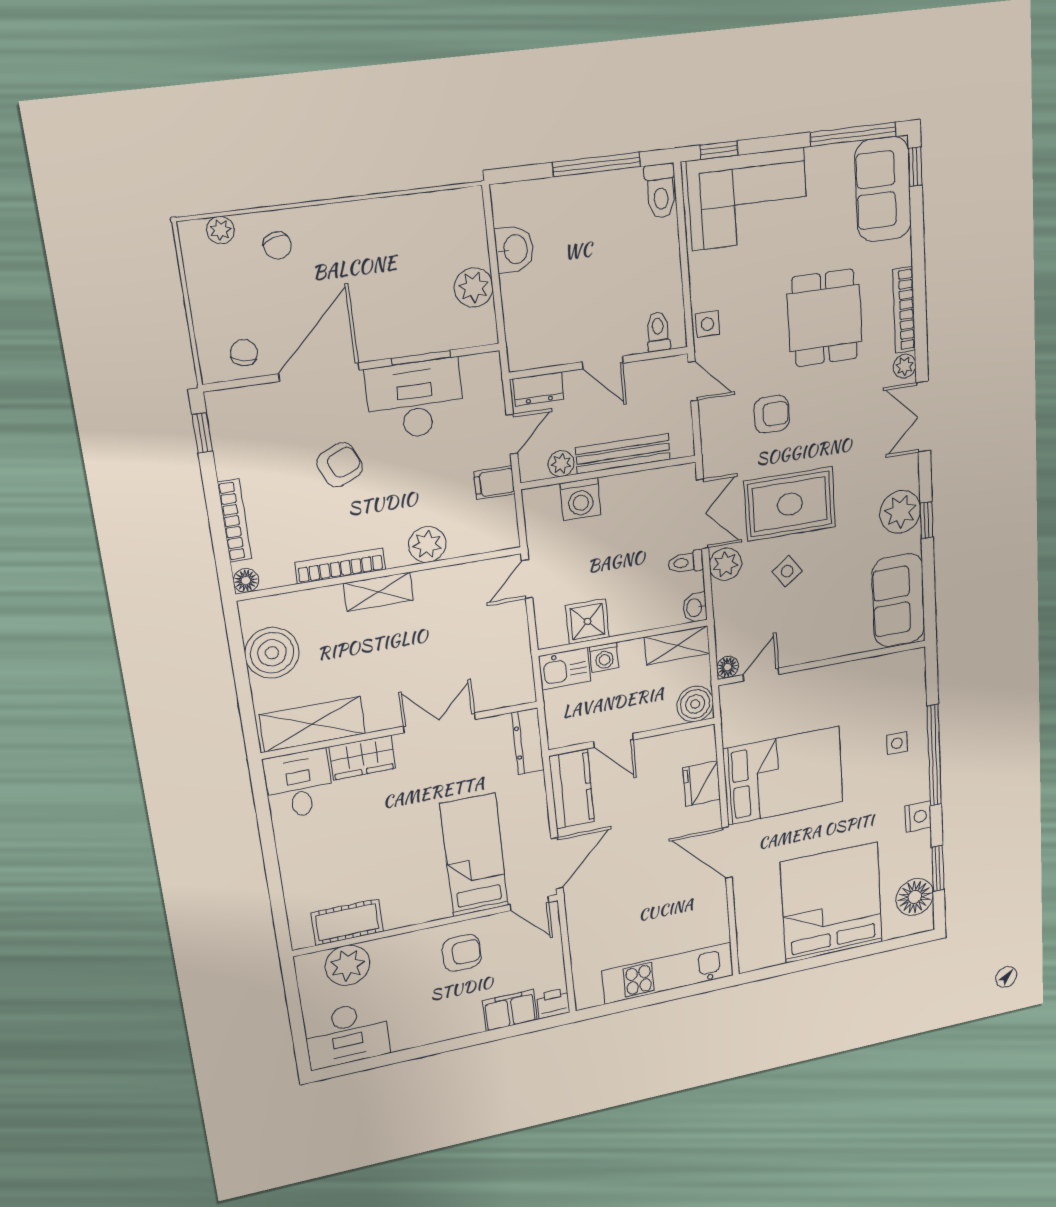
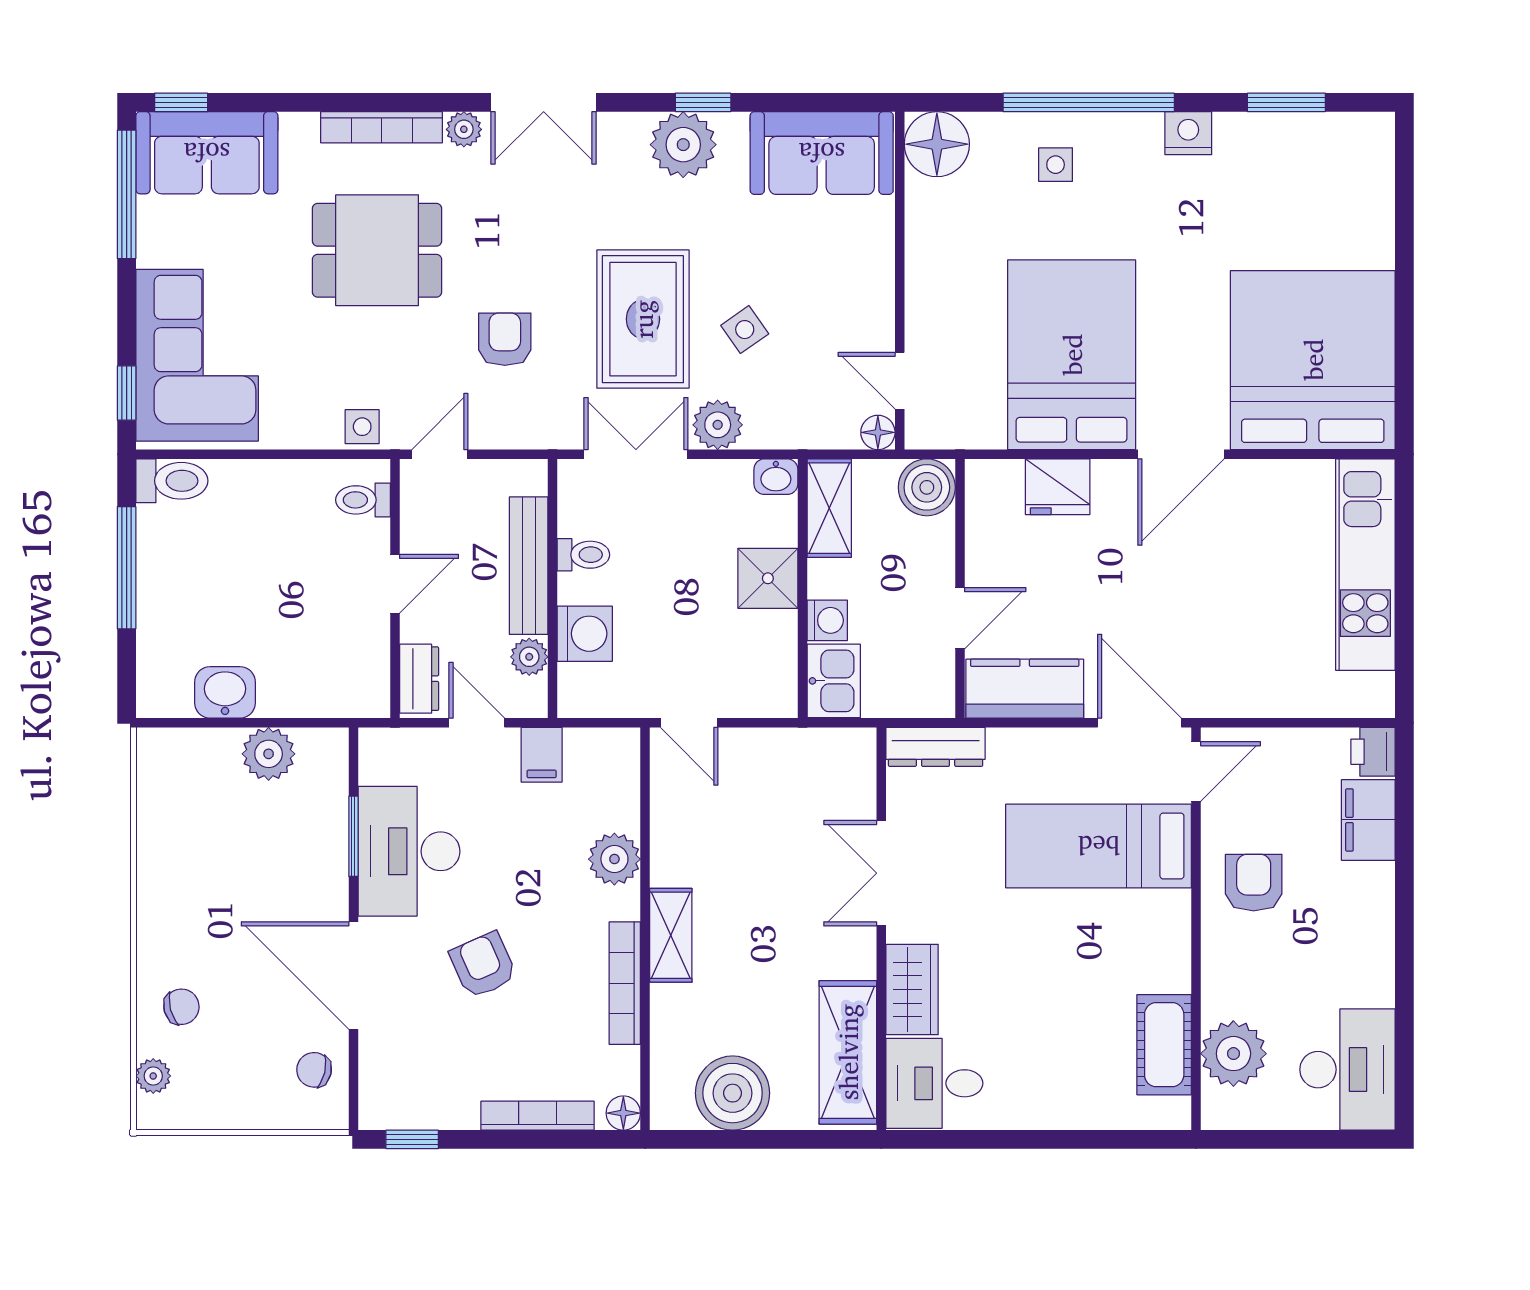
toilet: (686, 562) -> (583, 555), moved, turned -90
shower: (587, 621) -> (768, 578), moved
floor lamp: (915, 897) -> (937, 144), moved
bed: (832, 903) -> (1313, 360), moved, turned 90

